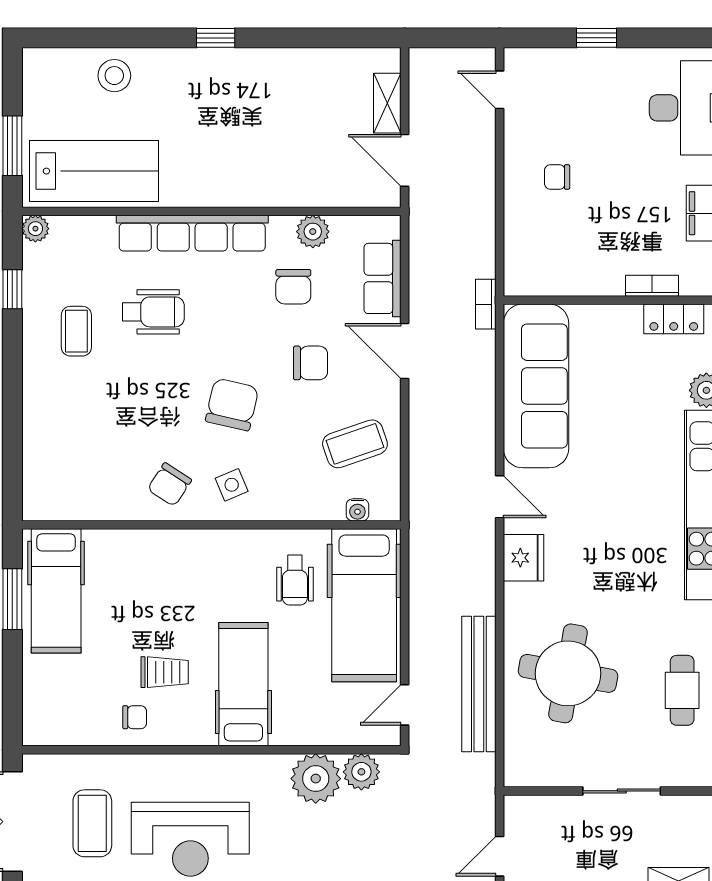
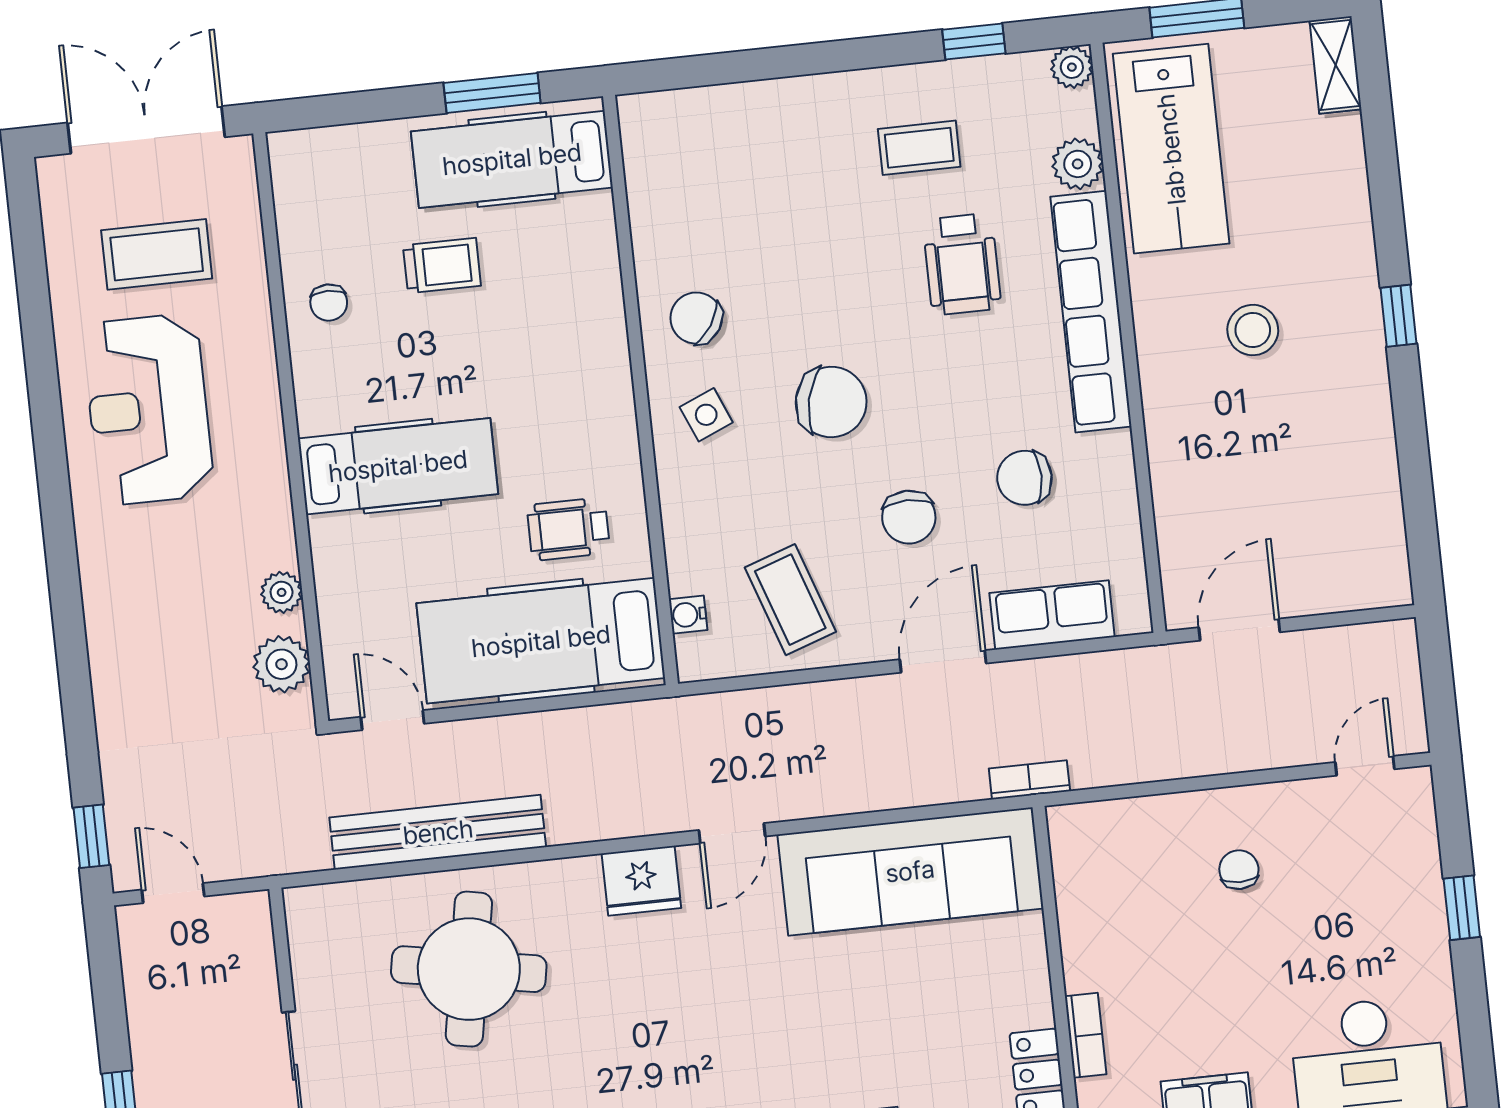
stool: (114, 76) -> (1253, 330), moved
shelving: (387, 103) -> (1336, 65), moved, turned 90
plant: (313, 232) -> (1078, 164), moved
trolley: (165, 672) -> (442, 266), moved, turned -90
plant: (316, 779) -> (282, 592), width x0.53, depth x0.53

